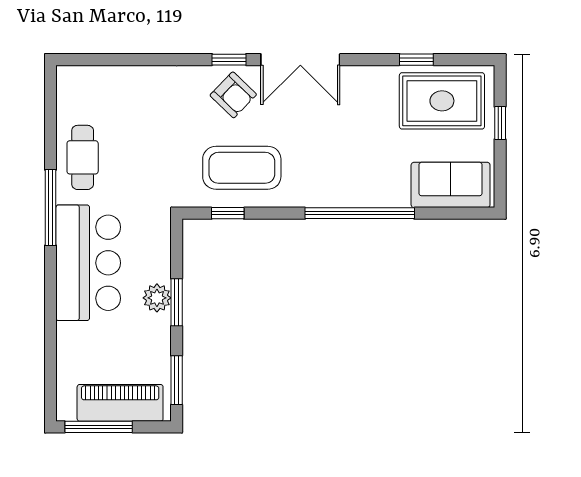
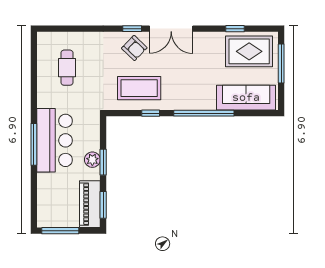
window: (500, 123) -> (281, 64), width x2.17
cafe table: (83, 157) -> (67, 68), moved
sofa: (451, 185) -> (246, 98), width x1.36
window: (51, 208) -> (34, 144), moved
window: (228, 213) -> (151, 113), moved
piano: (120, 403) -> (90, 204), moved, turned -90

